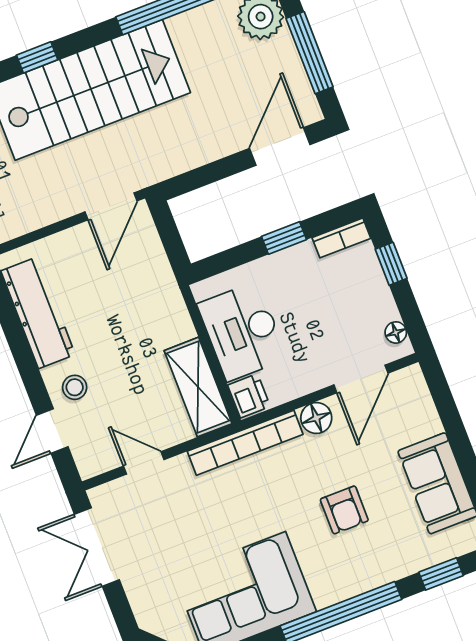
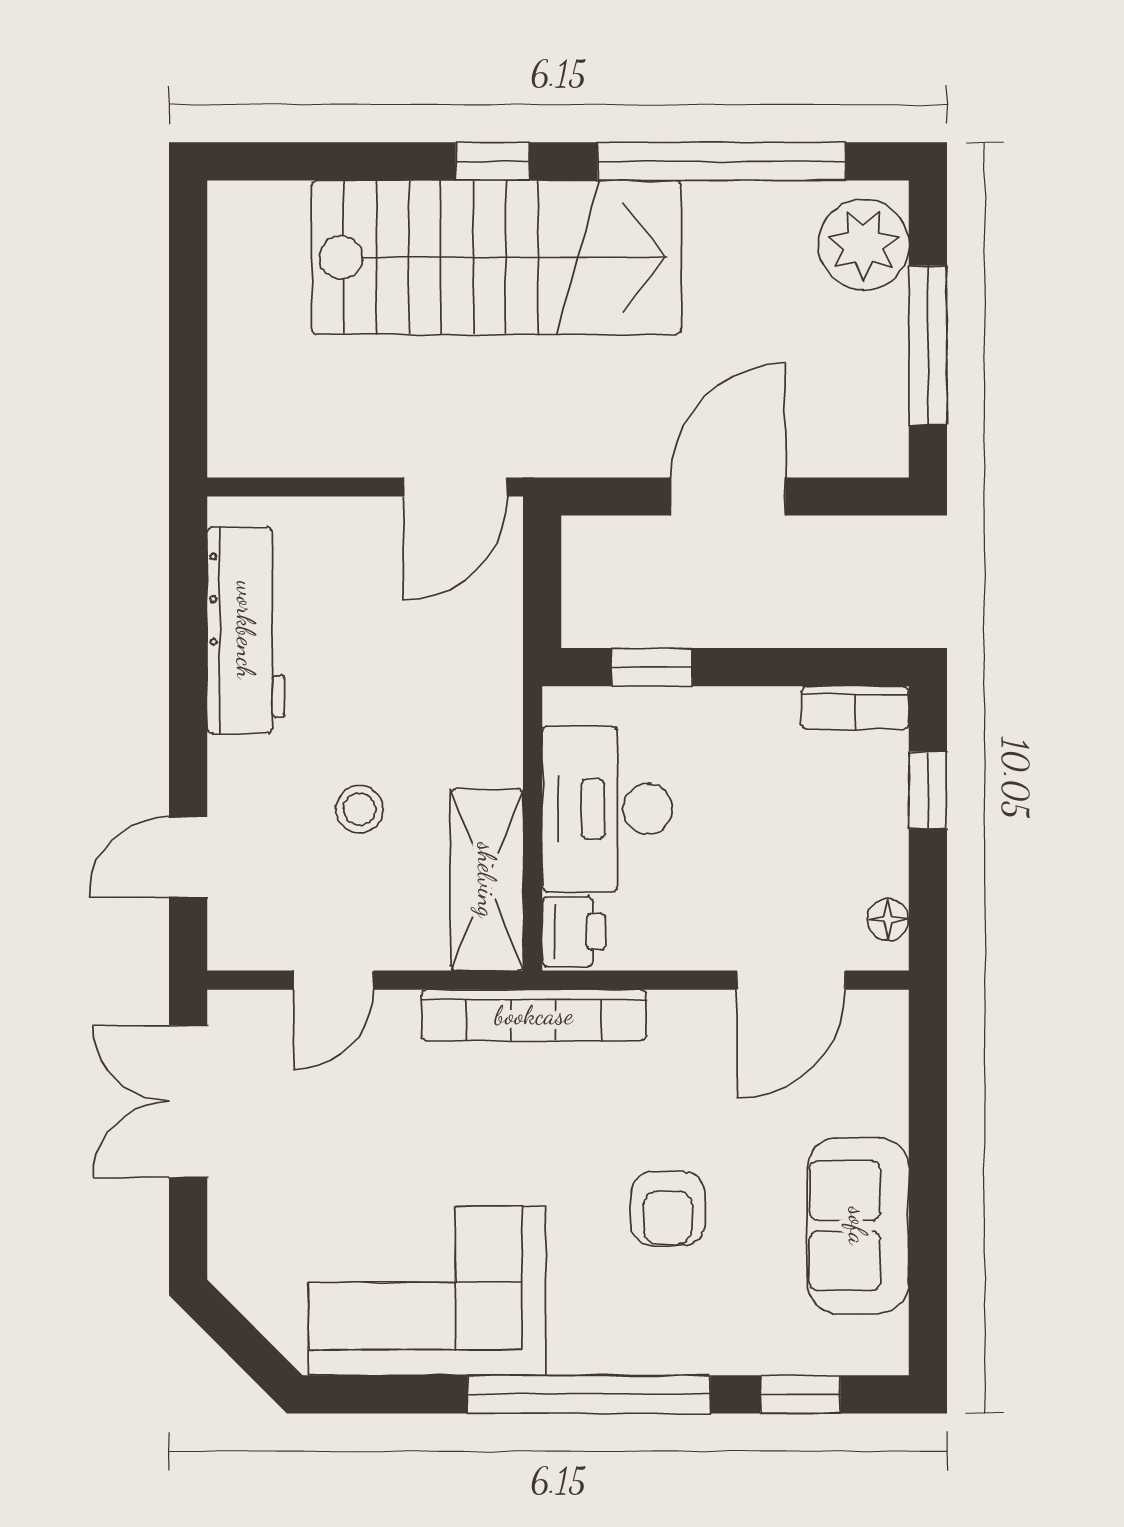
window: (37, 57) -> (492, 161), moved
door: (280, 147) -> (728, 496), moved
window: (284, 238) -> (652, 667), moved
stool: (75, 387) -> (359, 809), moved
floor lamp: (316, 418) -> (682, 1020), removed
door: (144, 463) -> (334, 980), swing flipped

